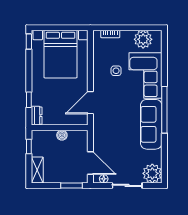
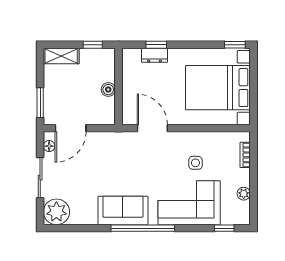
plant: (143, 39) -> (244, 194), width x0.53, depth x0.53
window: (164, 49) -> (224, 228), added
dresser: (37, 116) -> (155, 55), moved
sofa: (151, 124) -> (123, 210), width x0.73

